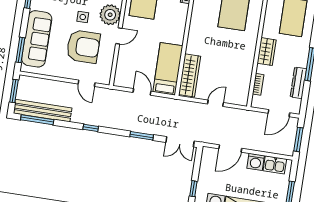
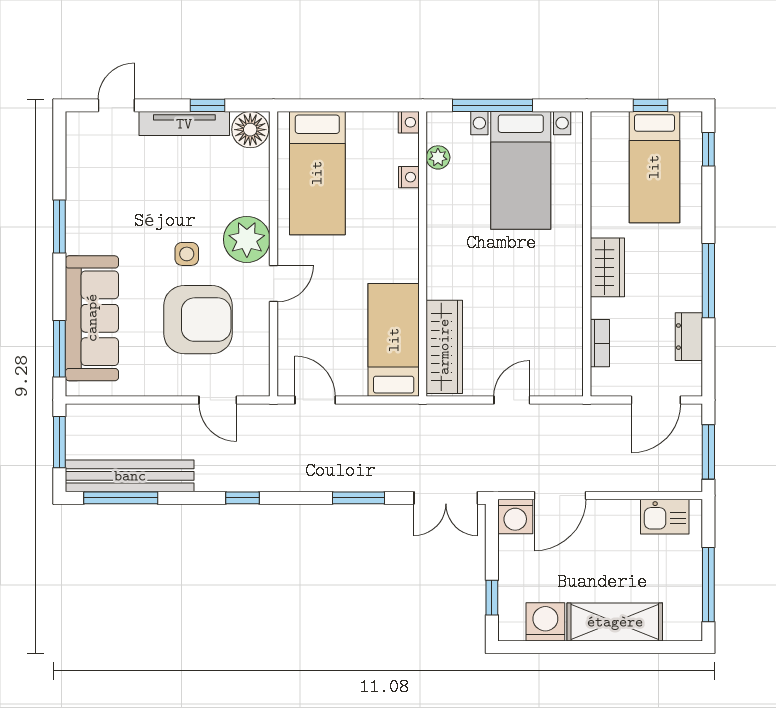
dresser: (298, 83) -> (689, 337), width x0.70
door: (142, 92) -> (315, 400), moved
washing machine: (256, 162) -> (515, 516), moved

